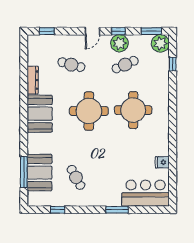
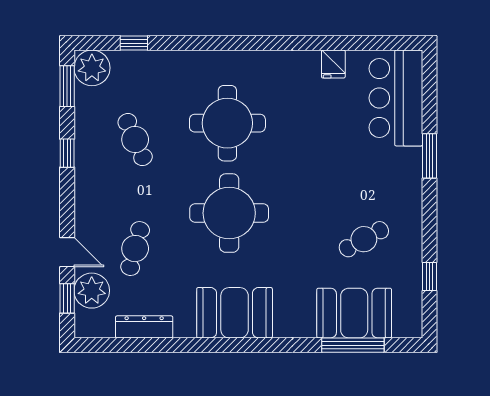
door: (92, 31) -> (67, 252), moved
plant: (119, 43) -> (92, 291), moved
dresser: (33, 80) -> (144, 327), moved

